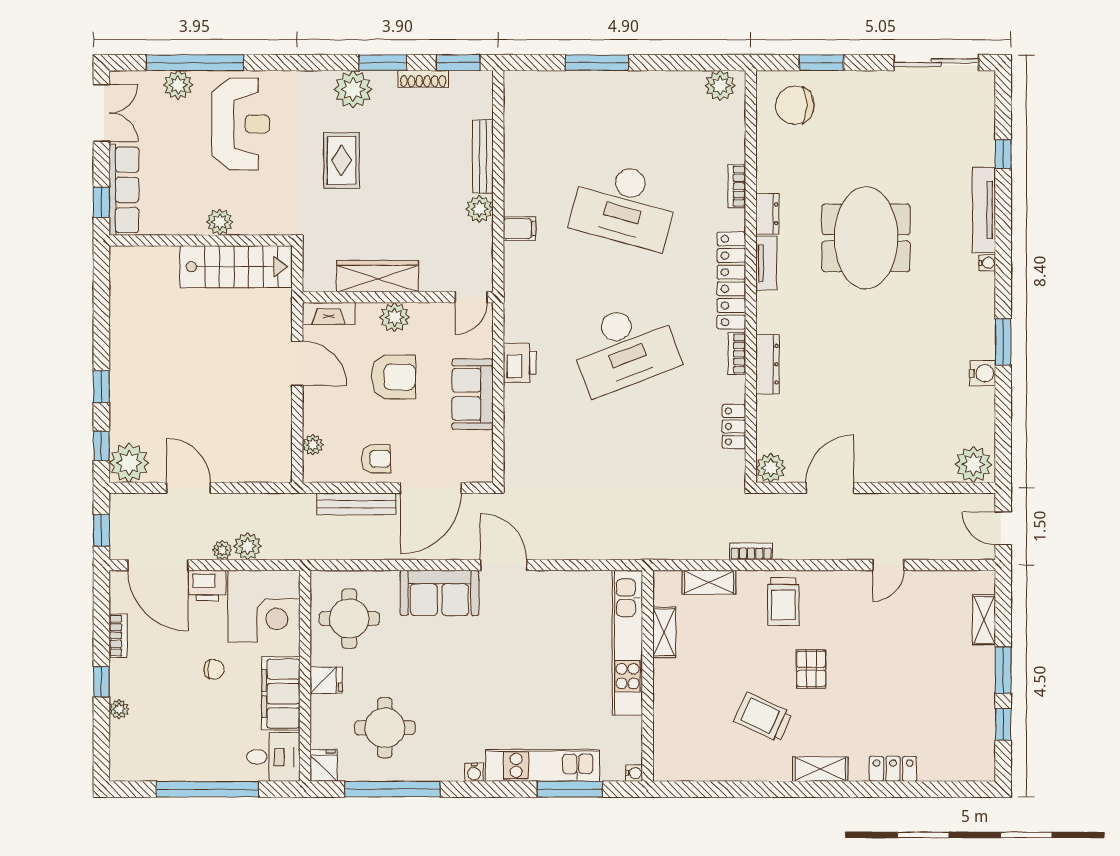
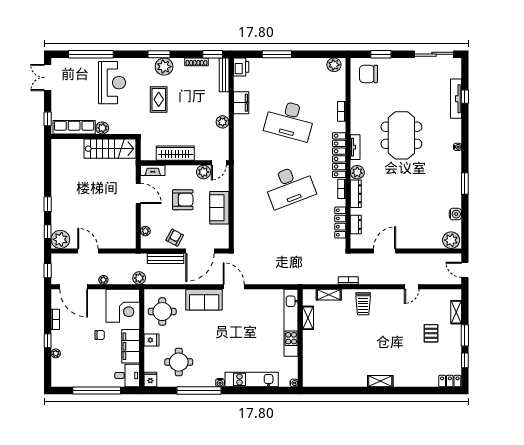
window: (383, 63) -> (159, 54), moved
plant: (178, 85) -> (83, 65), removed
double door: (101, 113) -> (48, 78), swing flipped
bench: (483, 157) -> (224, 75), moved
row of seats: (124, 190) -> (74, 127), moved, turned -90
tv unit: (984, 210) -> (456, 99), moved
dresser: (767, 214) -> (356, 224), moved
filing cabinet: (520, 229) -> (241, 103), moved, width x2.00
plant: (394, 317) -> (203, 172), moved
printer: (520, 363) -> (241, 67), moved
water cooler: (983, 373) -> (455, 214), moved
locker: (734, 426) -> (340, 223), width x1.53
armchair: (376, 459) -> (175, 238), turned -61
plant: (771, 468) -> (357, 172), moved
plant: (248, 546) -> (139, 278), moved
printer: (207, 586) -> (97, 296), removed
pallet: (811, 669) -> (431, 333), moved
trolley: (763, 717) -> (354, 357), removed
locker: (893, 769) -> (450, 381), moved
window: (392, 789) -> (199, 390), moved
window: (570, 789) -> (264, 390), removed

